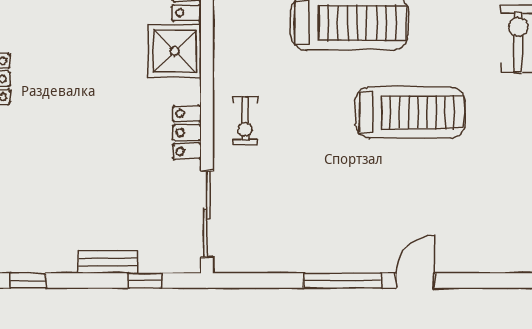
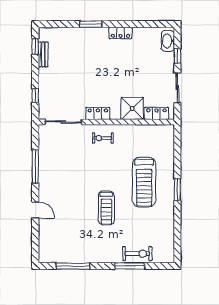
treadmill: (410, 112) -> (106, 208), width x0.73, depth x0.73
bench: (108, 262) -> (43, 54), moved
window: (343, 281) -> (35, 166), moved

